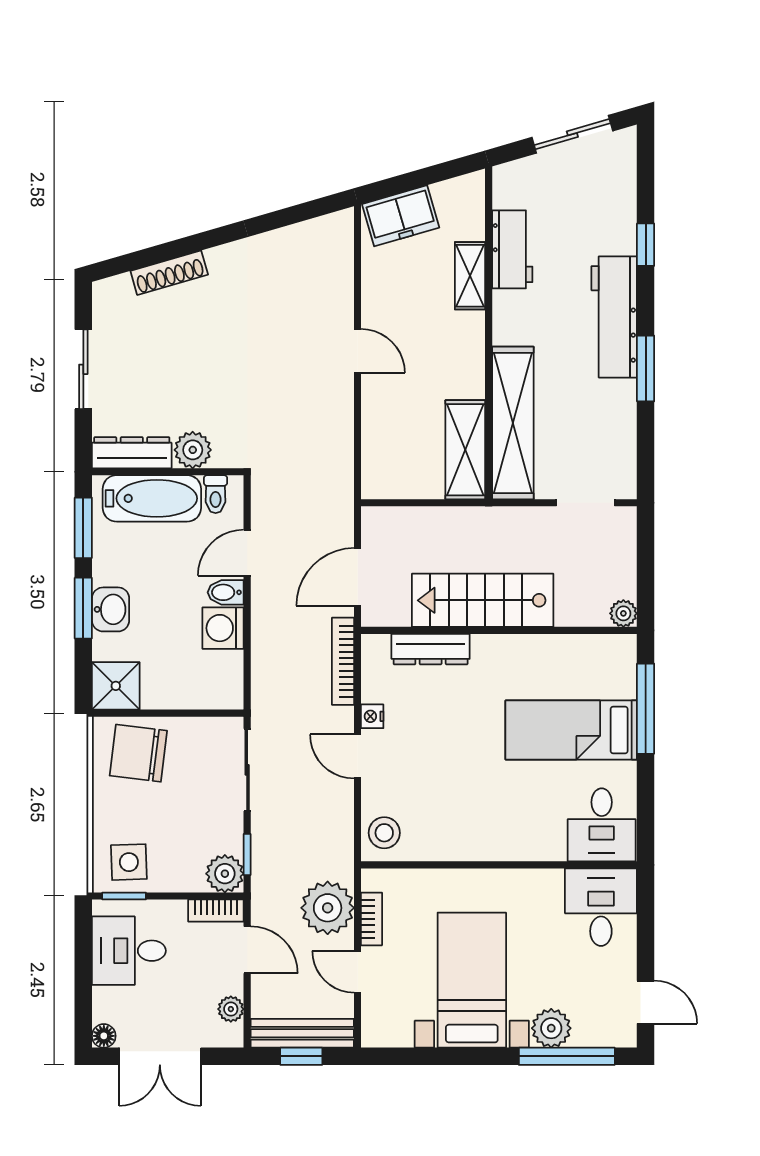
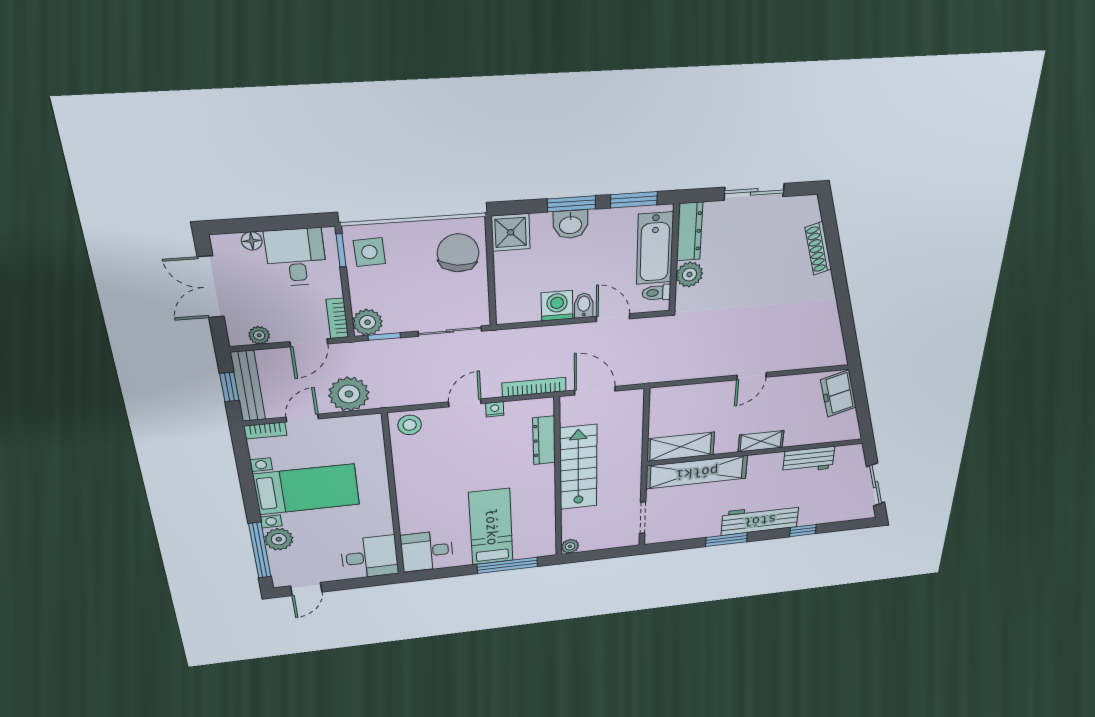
shelving: (470, 276) -> (761, 441), moved
bookcase: (372, 919) -> (265, 431), moved
floor lamp: (104, 1036) -> (252, 241), moved

